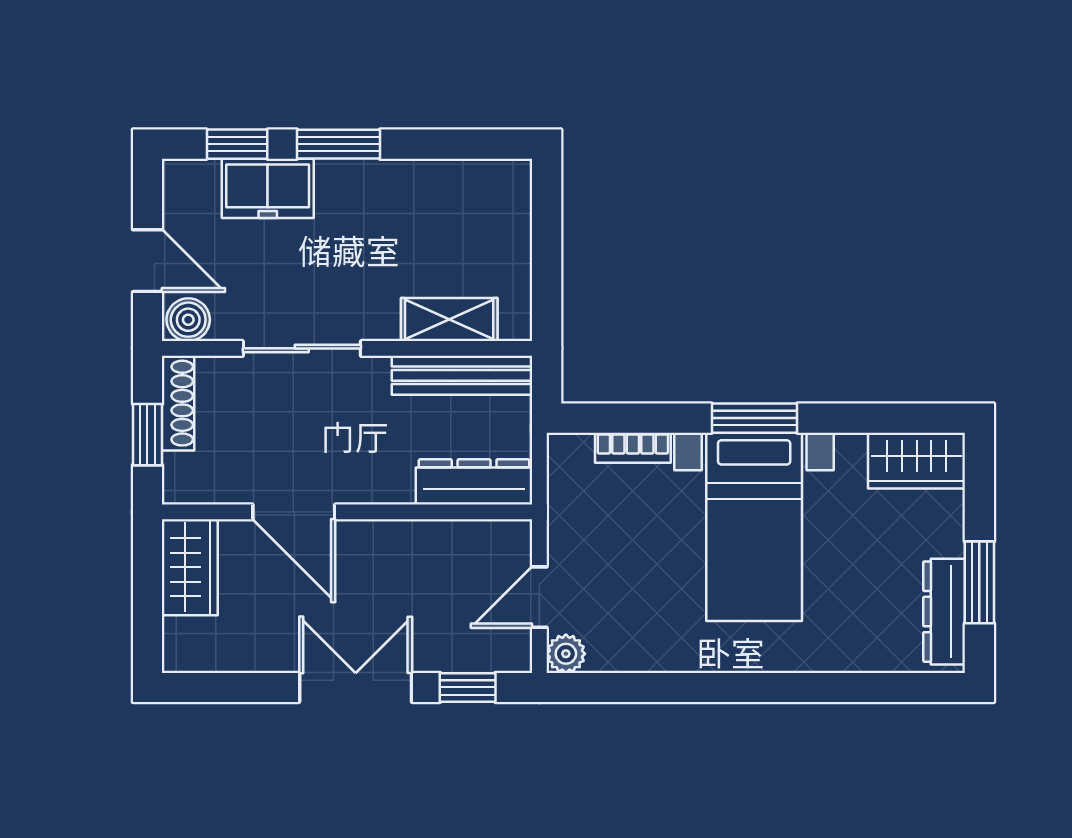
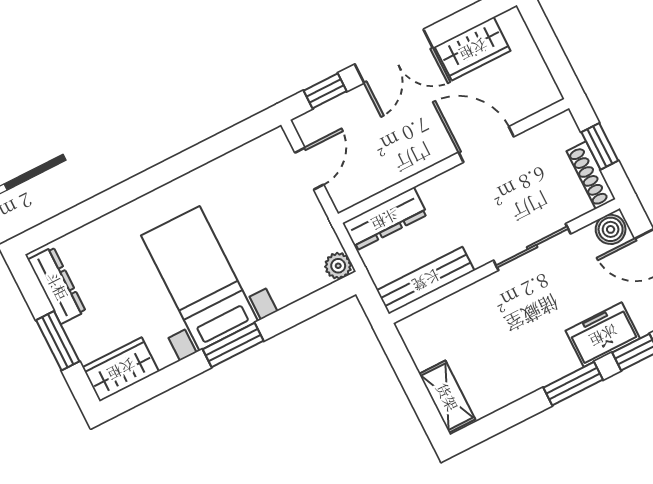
shelving: (449, 320) -> (447, 397), moved, turned 90
bookcase: (633, 448) -> (298, 289), removed
wardrobe: (190, 567) -> (473, 49), moved, turned -90
window: (979, 582) -> (58, 341), moved
plant: (566, 654) -> (338, 266), moved

